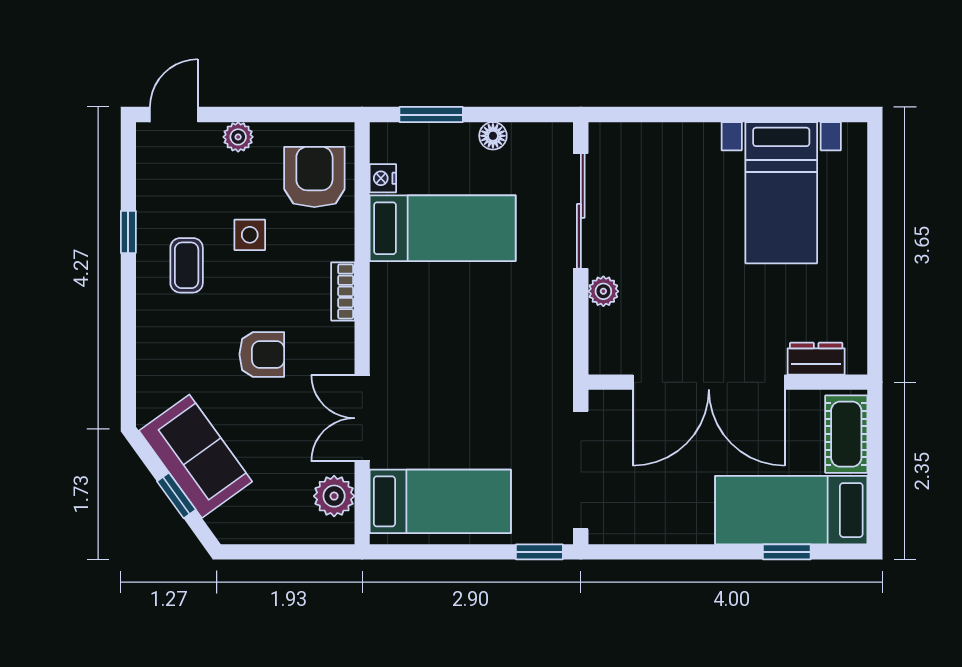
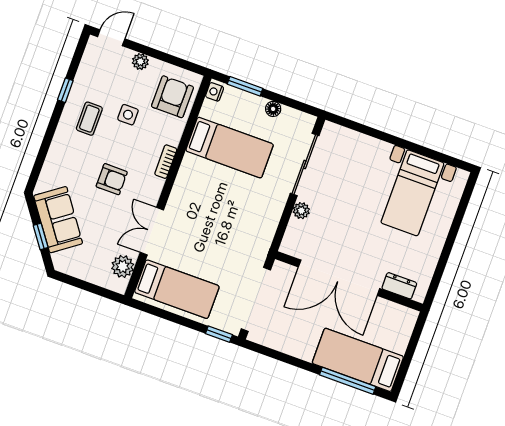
nightstand: (383, 178) -> (215, 92), moved
cot: (846, 434) -> (401, 331), removed
window: (787, 552) -> (348, 381), width x2.17

